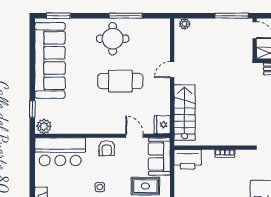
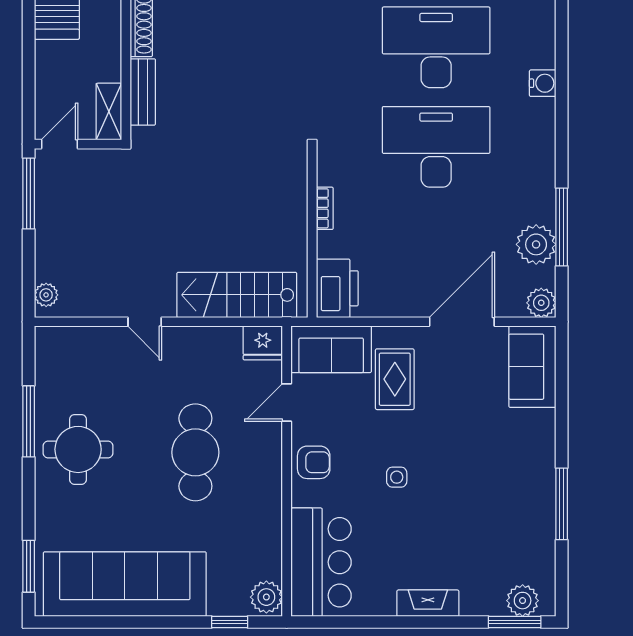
cafe table: (120, 81) -> (195, 452), moved

